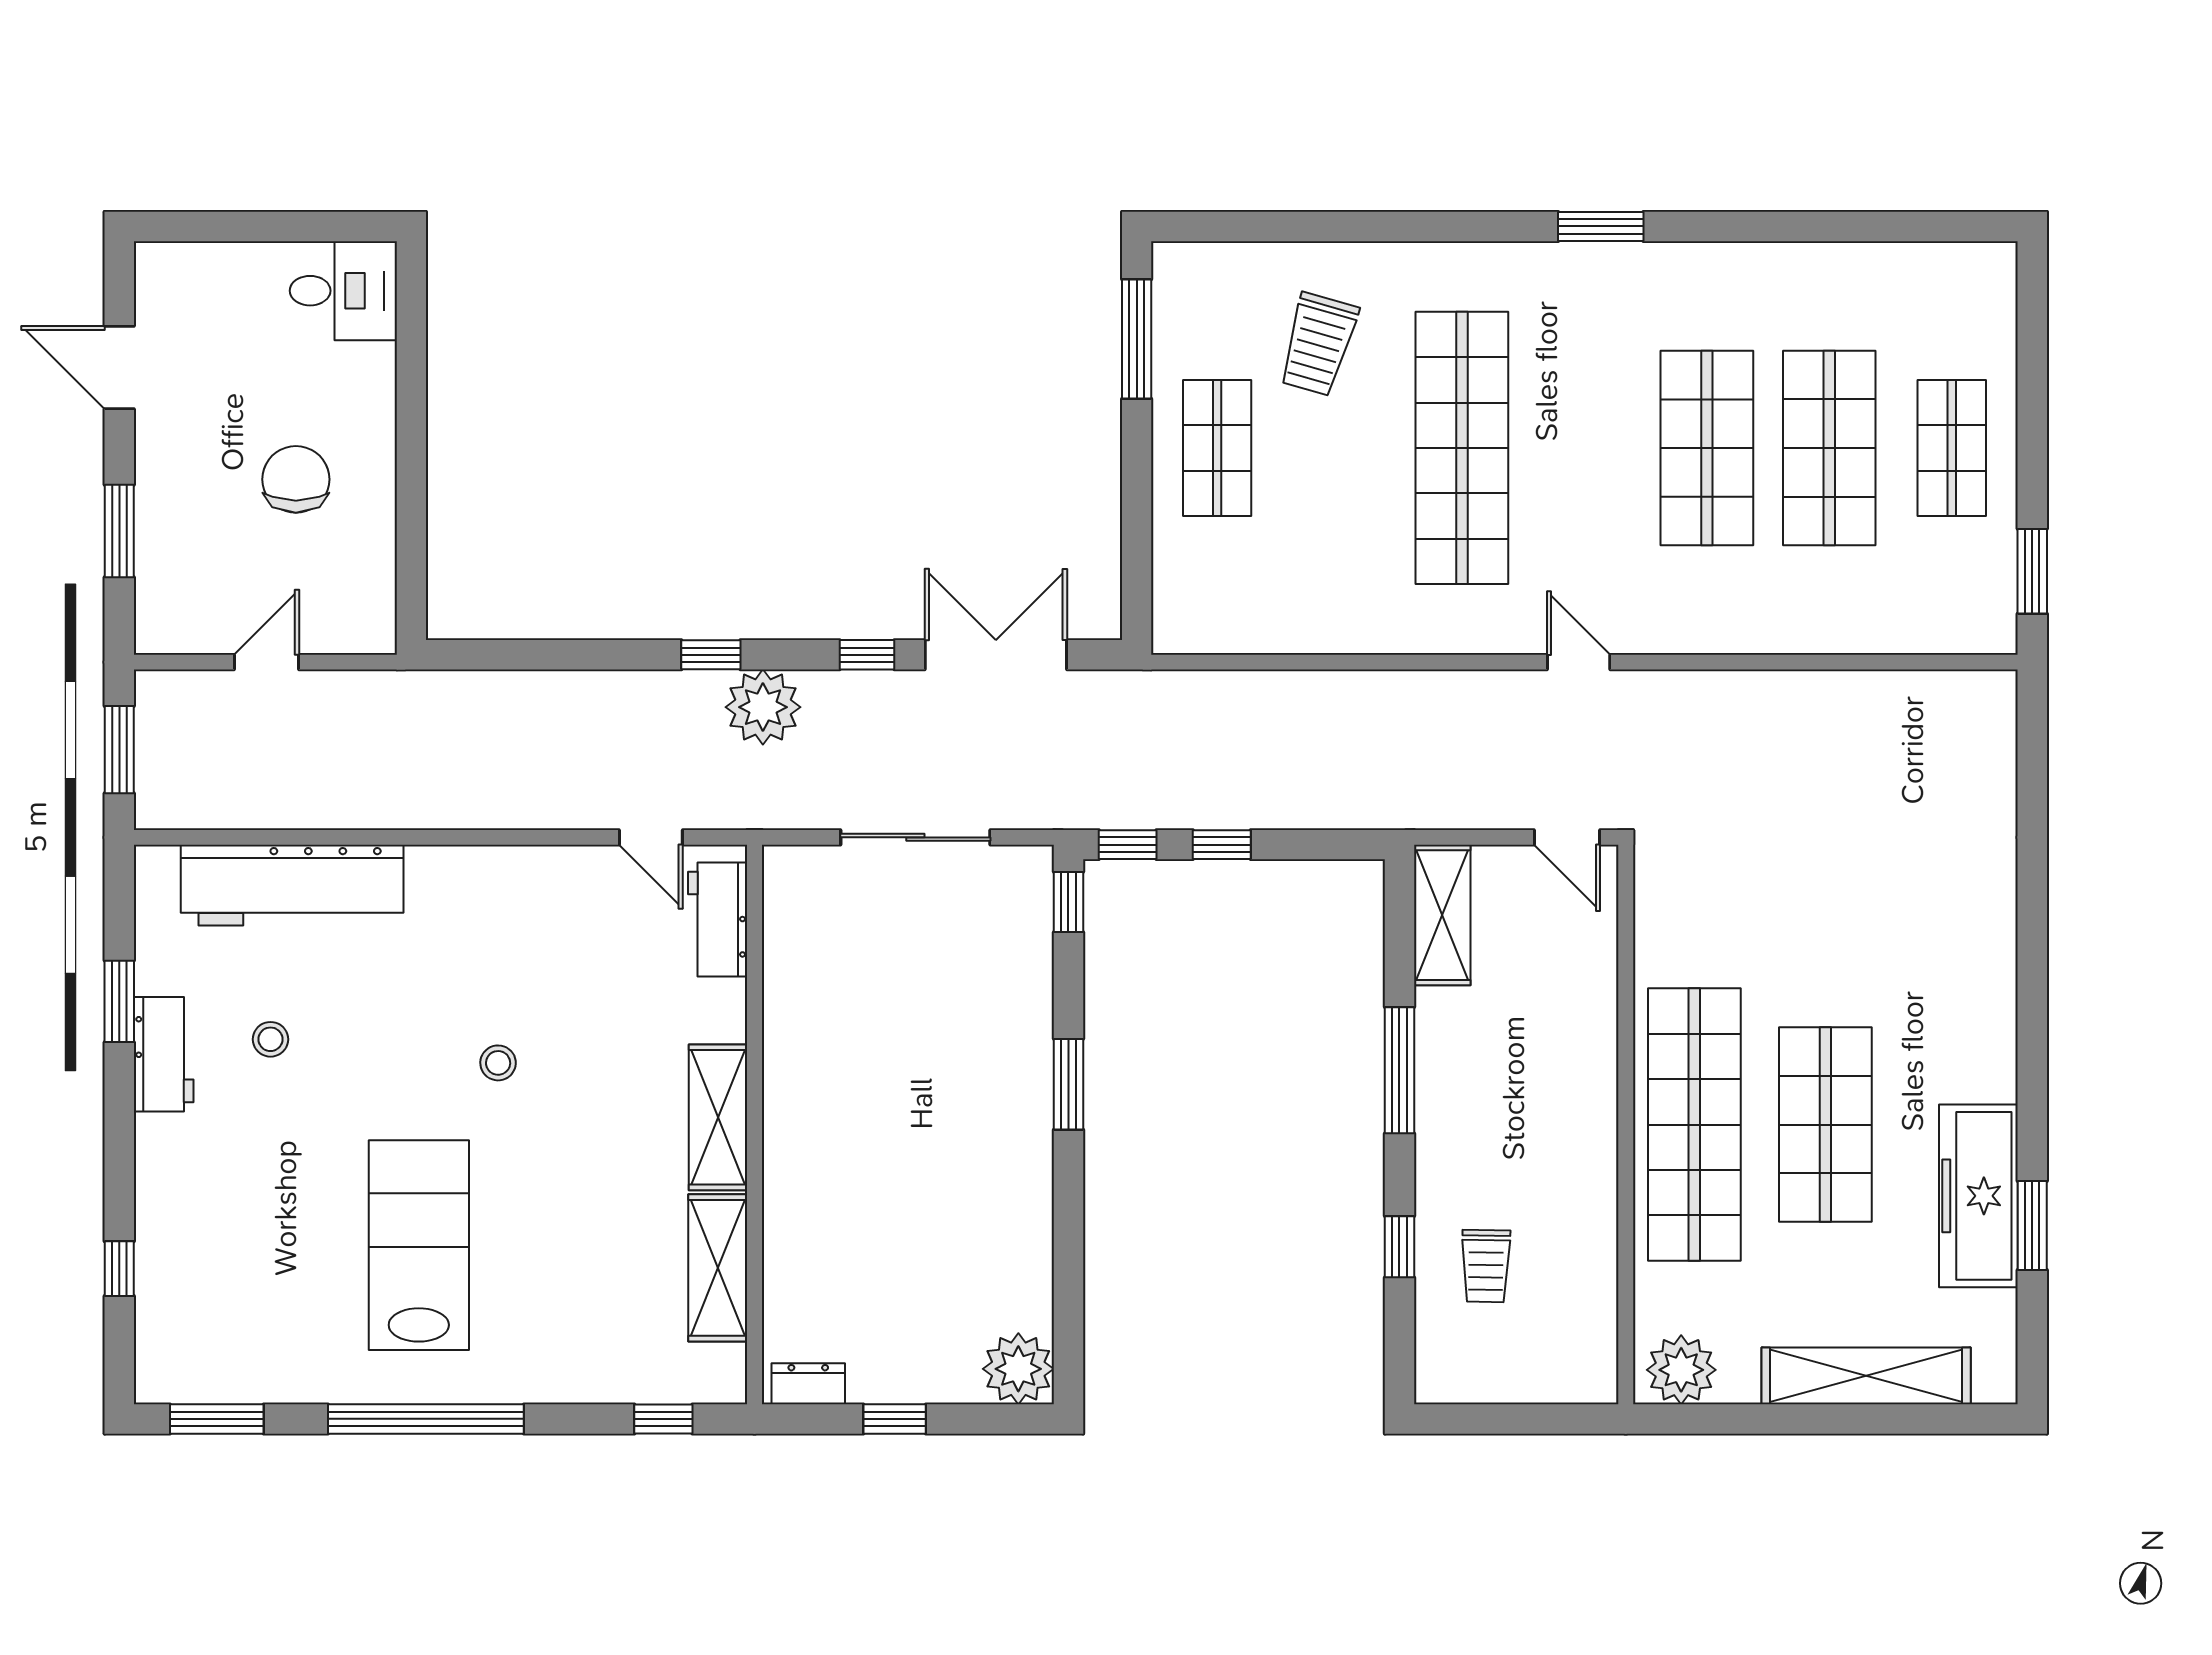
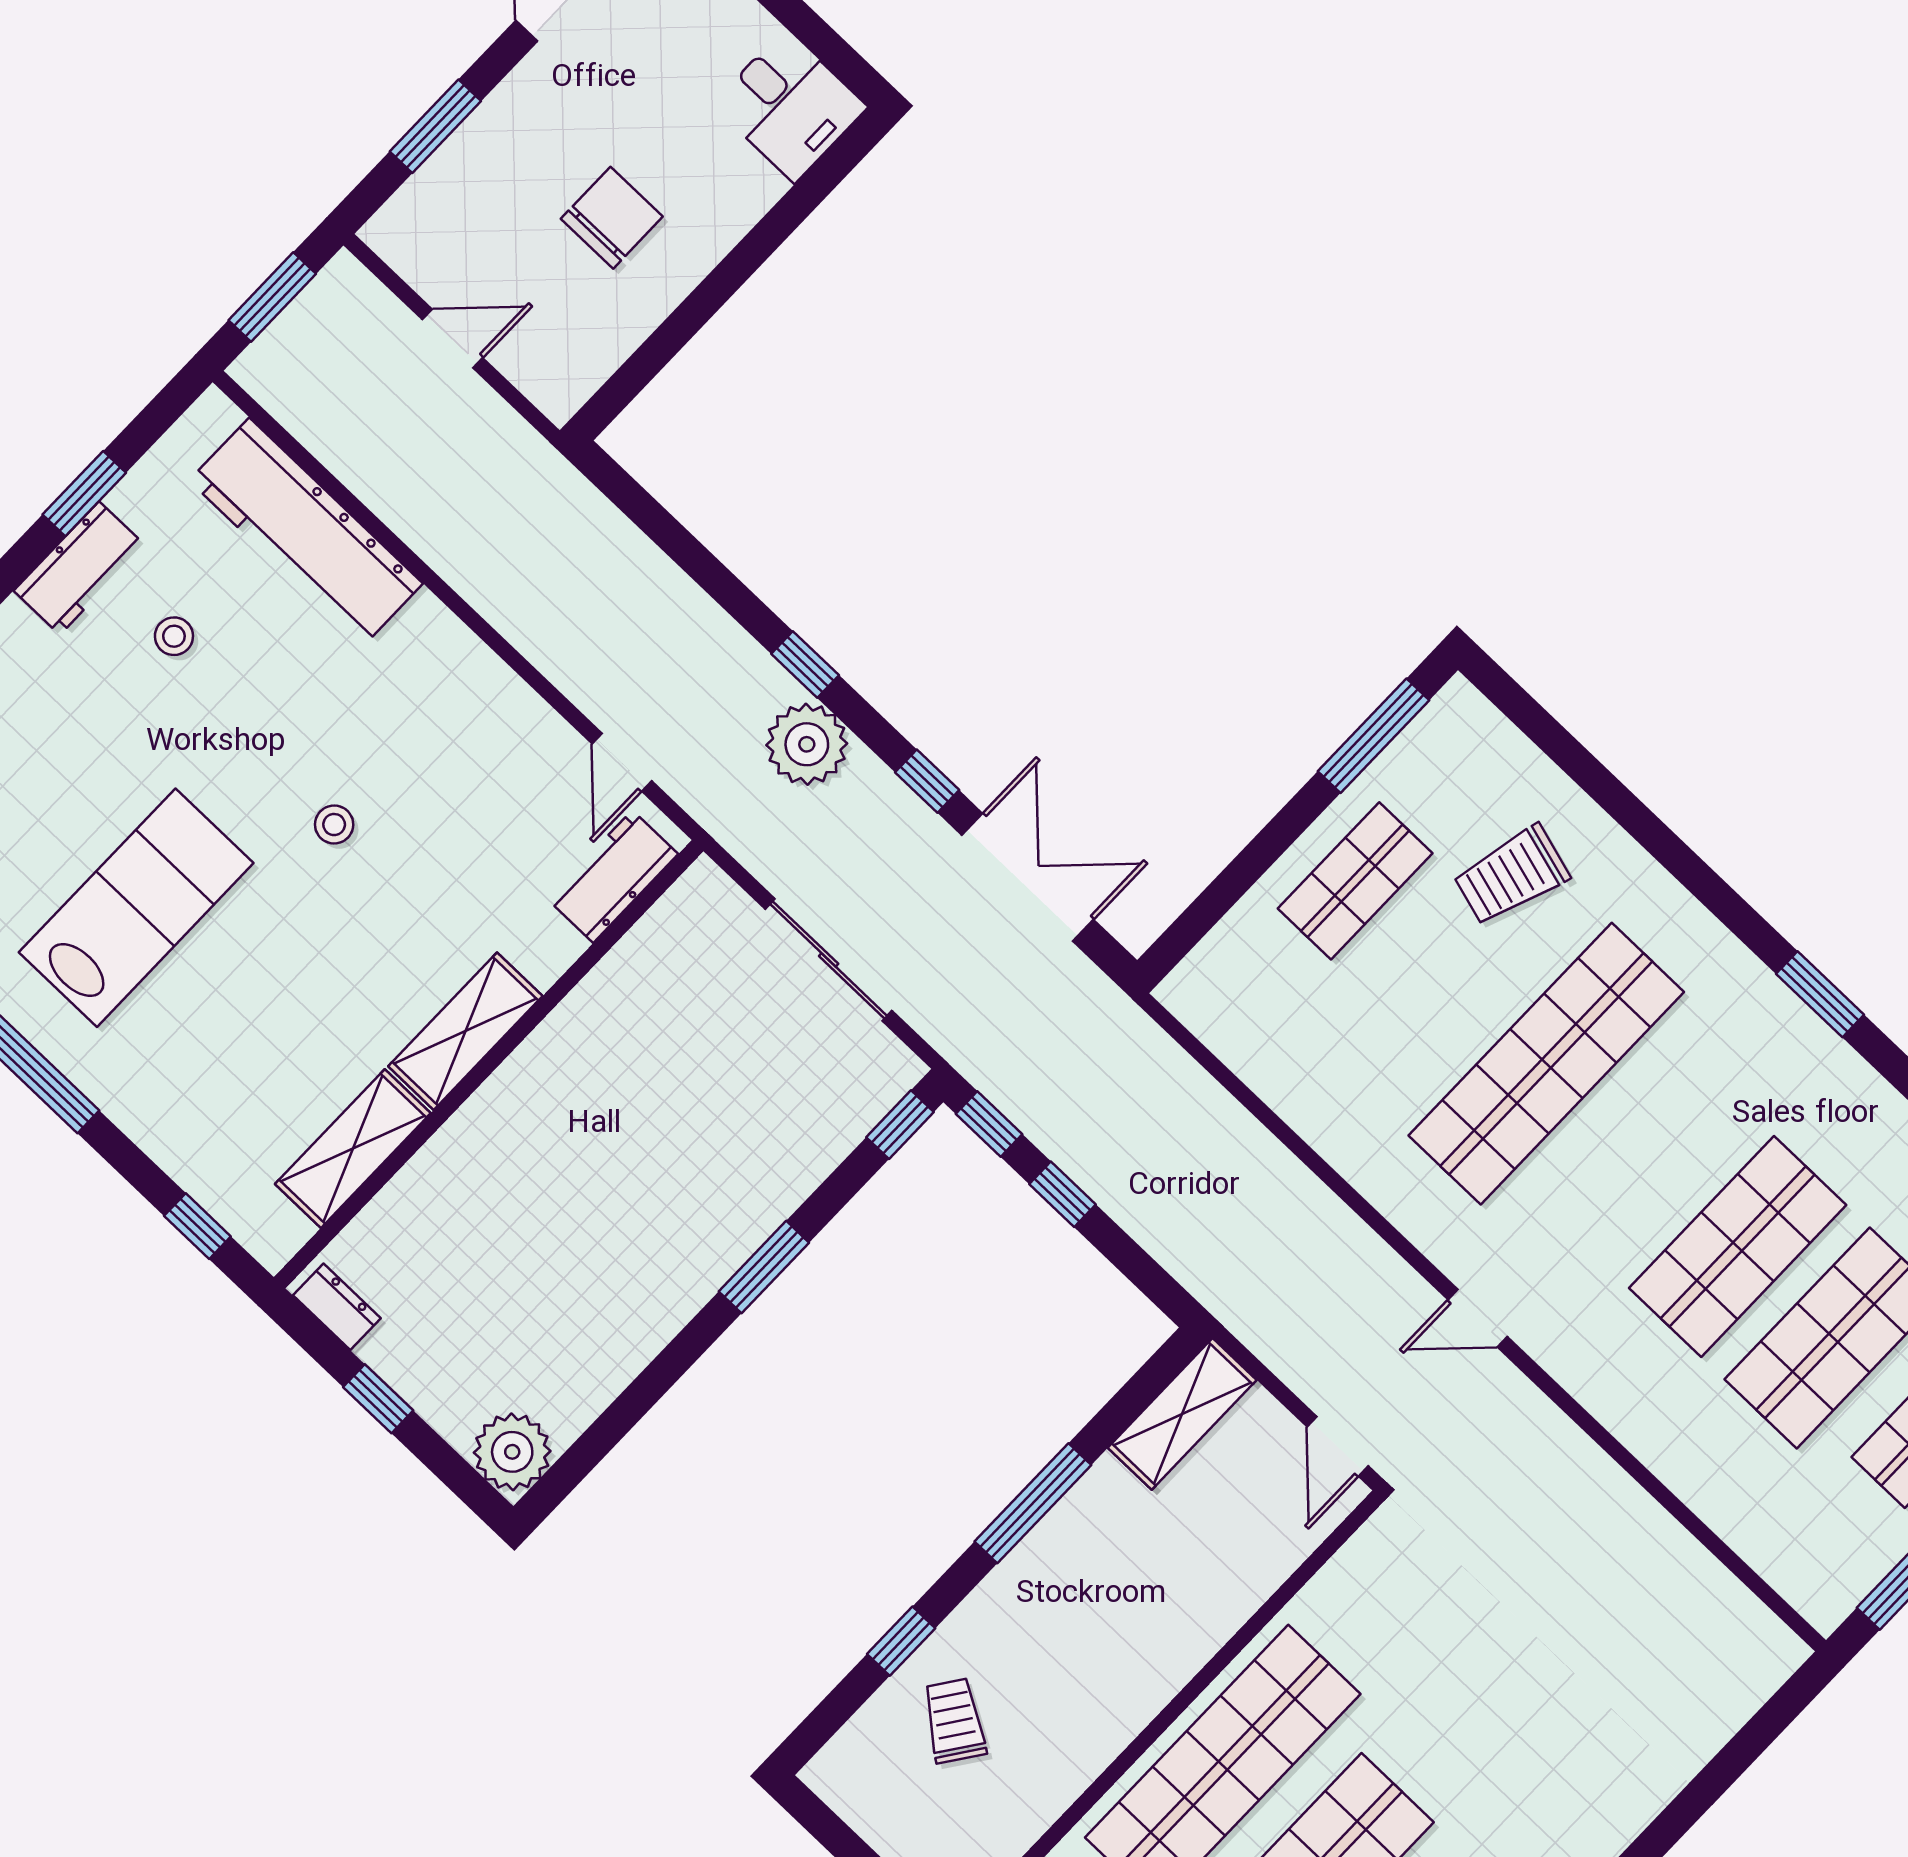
door: (1579, 662) -> (1478, 1318), swing flipped
trolley: (1486, 1266) -> (954, 1721), turned 124

